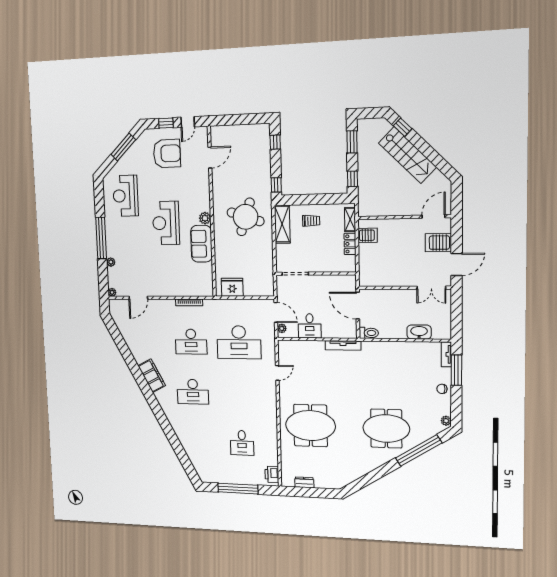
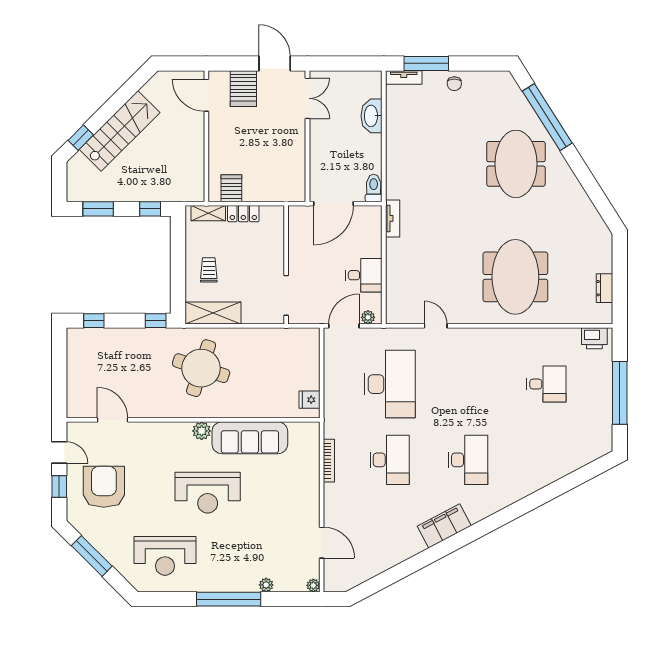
sofa: (201, 244) -> (250, 438), width x1.36
fridge: (232, 287) -> (310, 400), width x0.53, depth x0.75
tv unit: (343, 345) -> (393, 218), width x0.71
plant: (446, 421) -> (501, 78), removed

